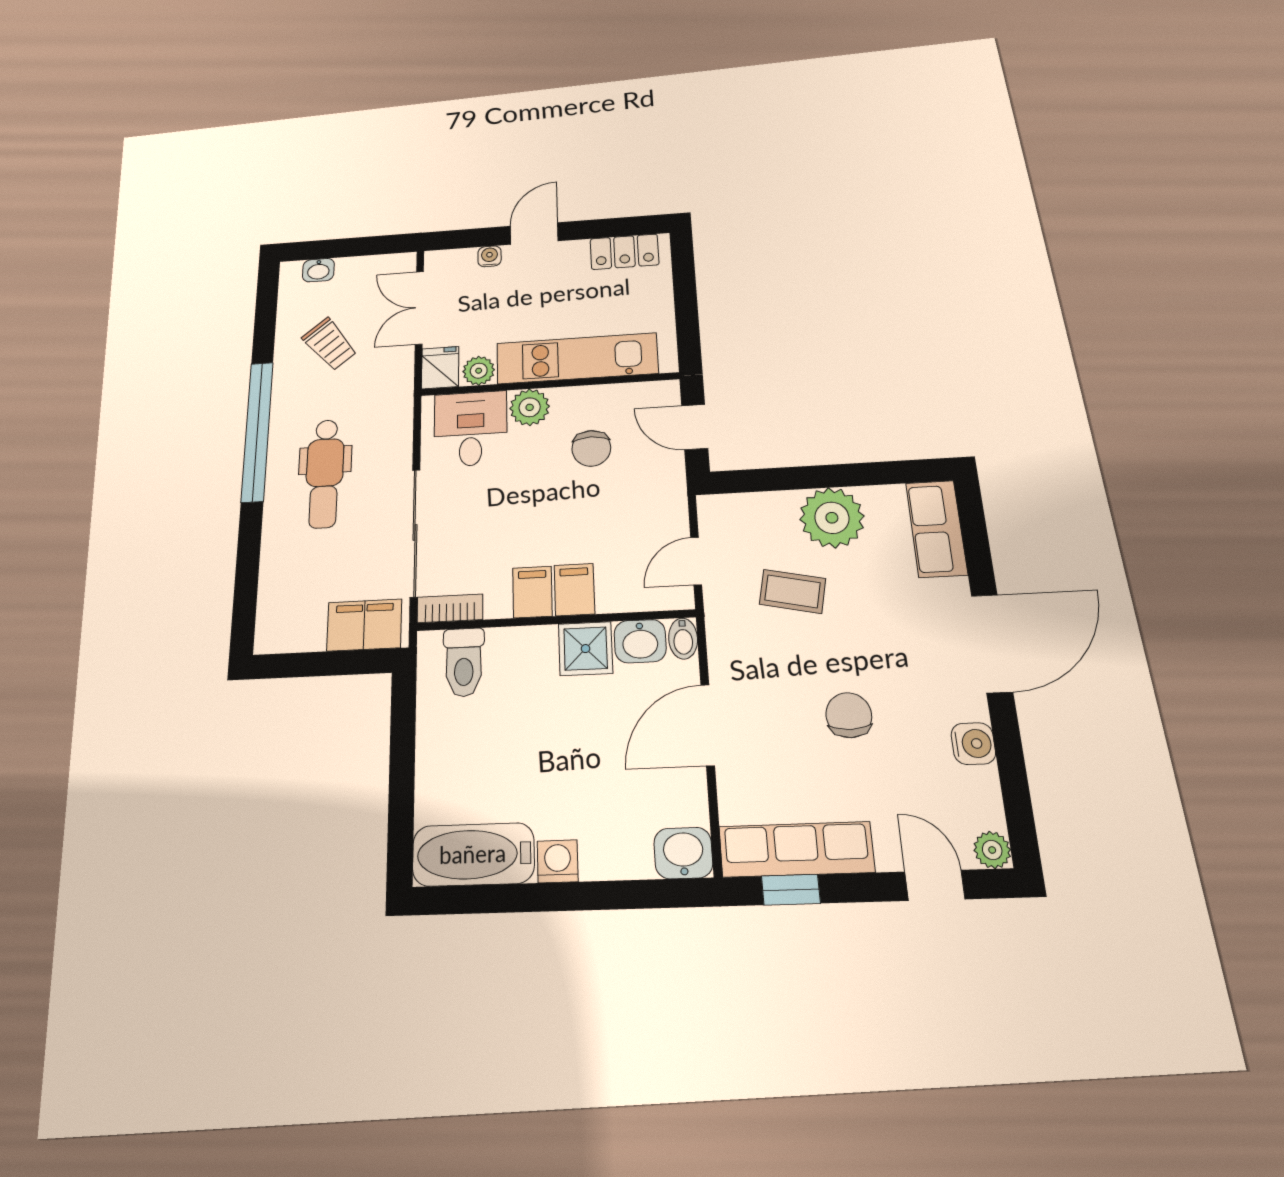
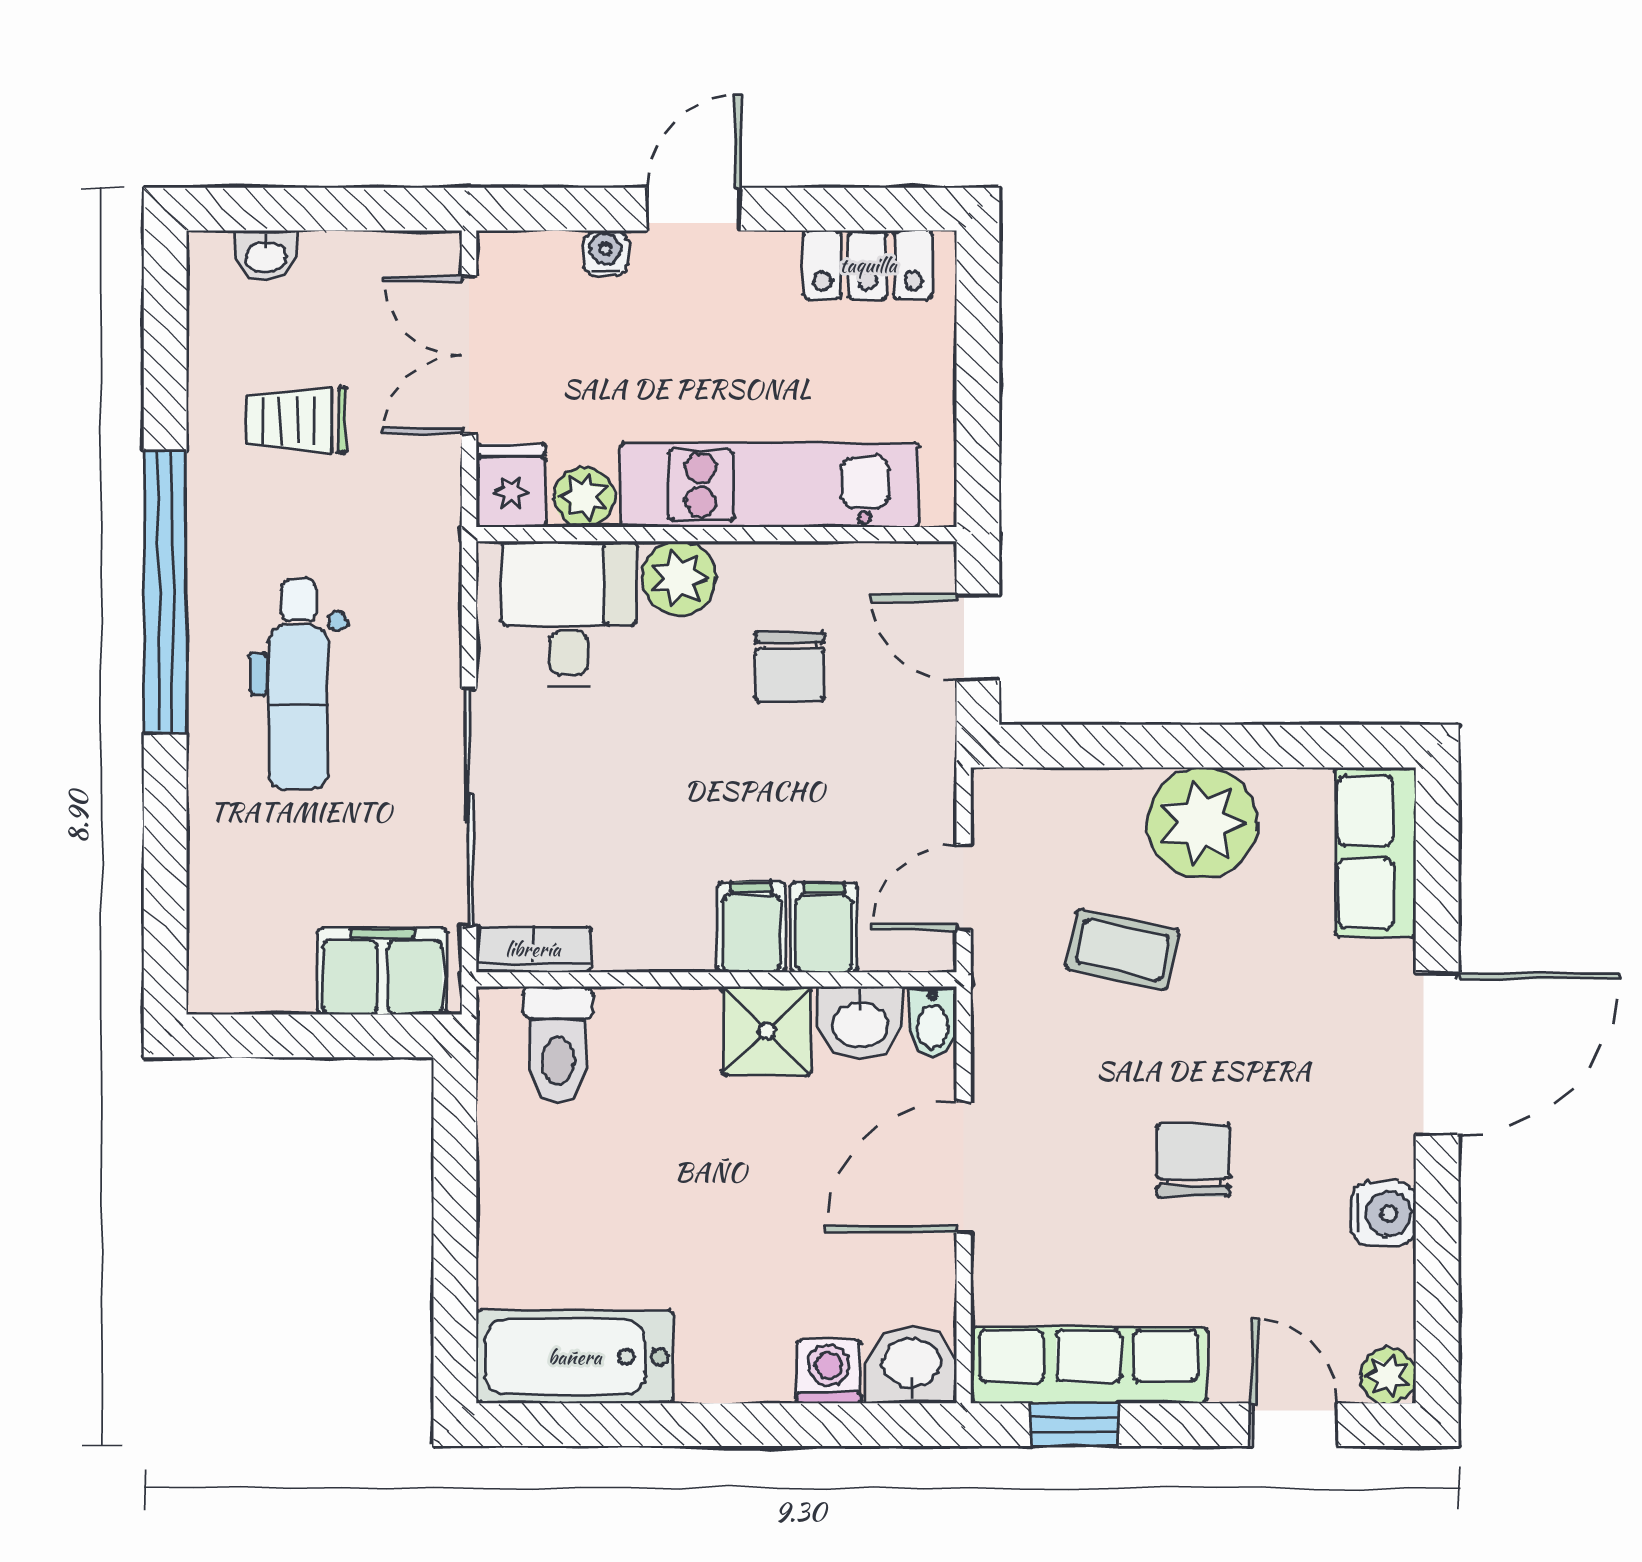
trolley: (330, 344) -> (296, 420), turned 129
filing cabinet: (532, 592) -> (824, 928), moved
washing machine: (558, 861) -> (829, 1372), moved

